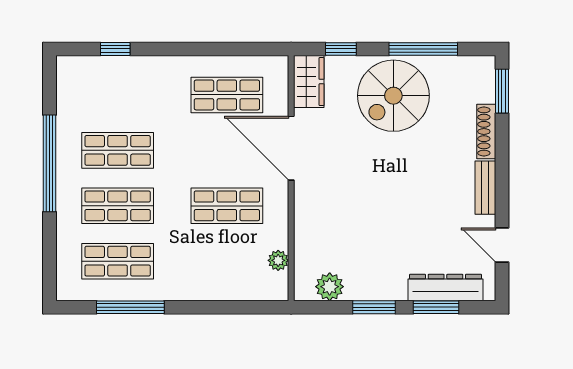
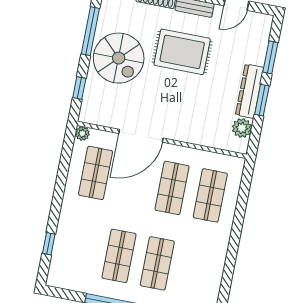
wardrobe: (309, 82) -> (97, 115), removed
rug: (419, 183) -> (182, 52), added
plant: (278, 260) -> (82, 134), moved
shop shelf: (118, 261) -> (210, 195), moved
dresser: (445, 287) -> (250, 91), moved
window: (130, 307) -> (229, 268), removed

